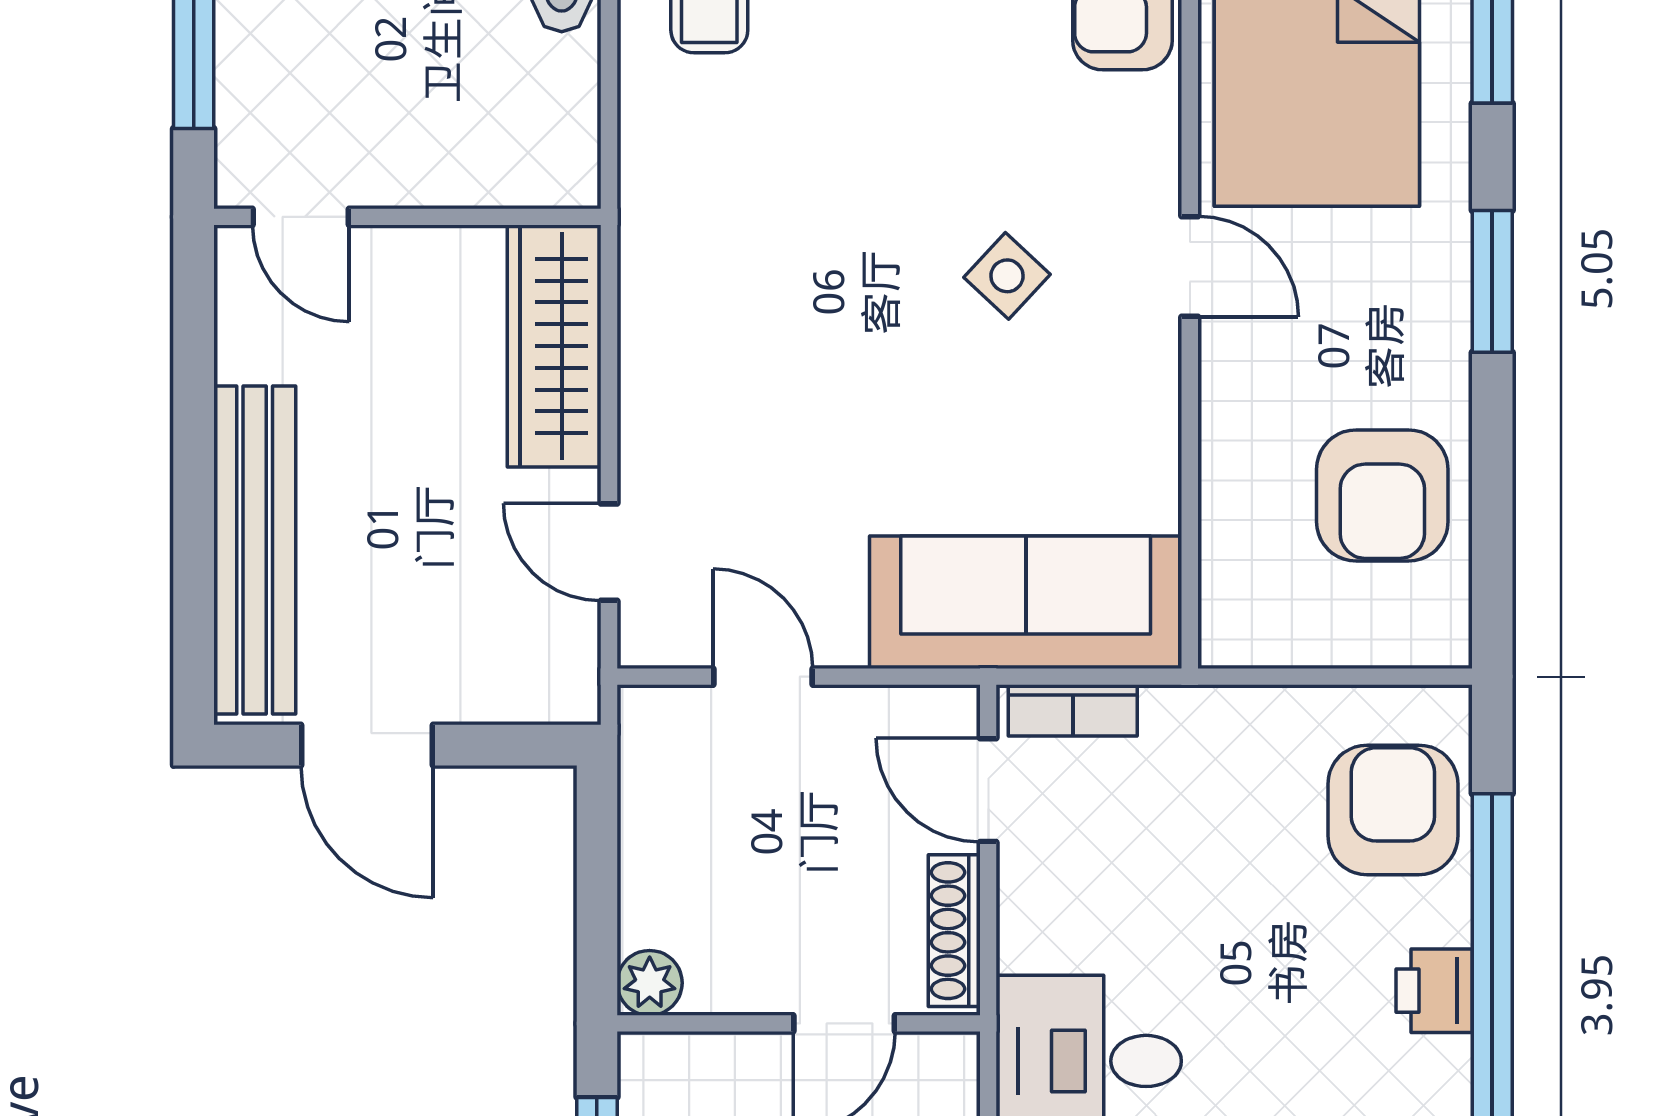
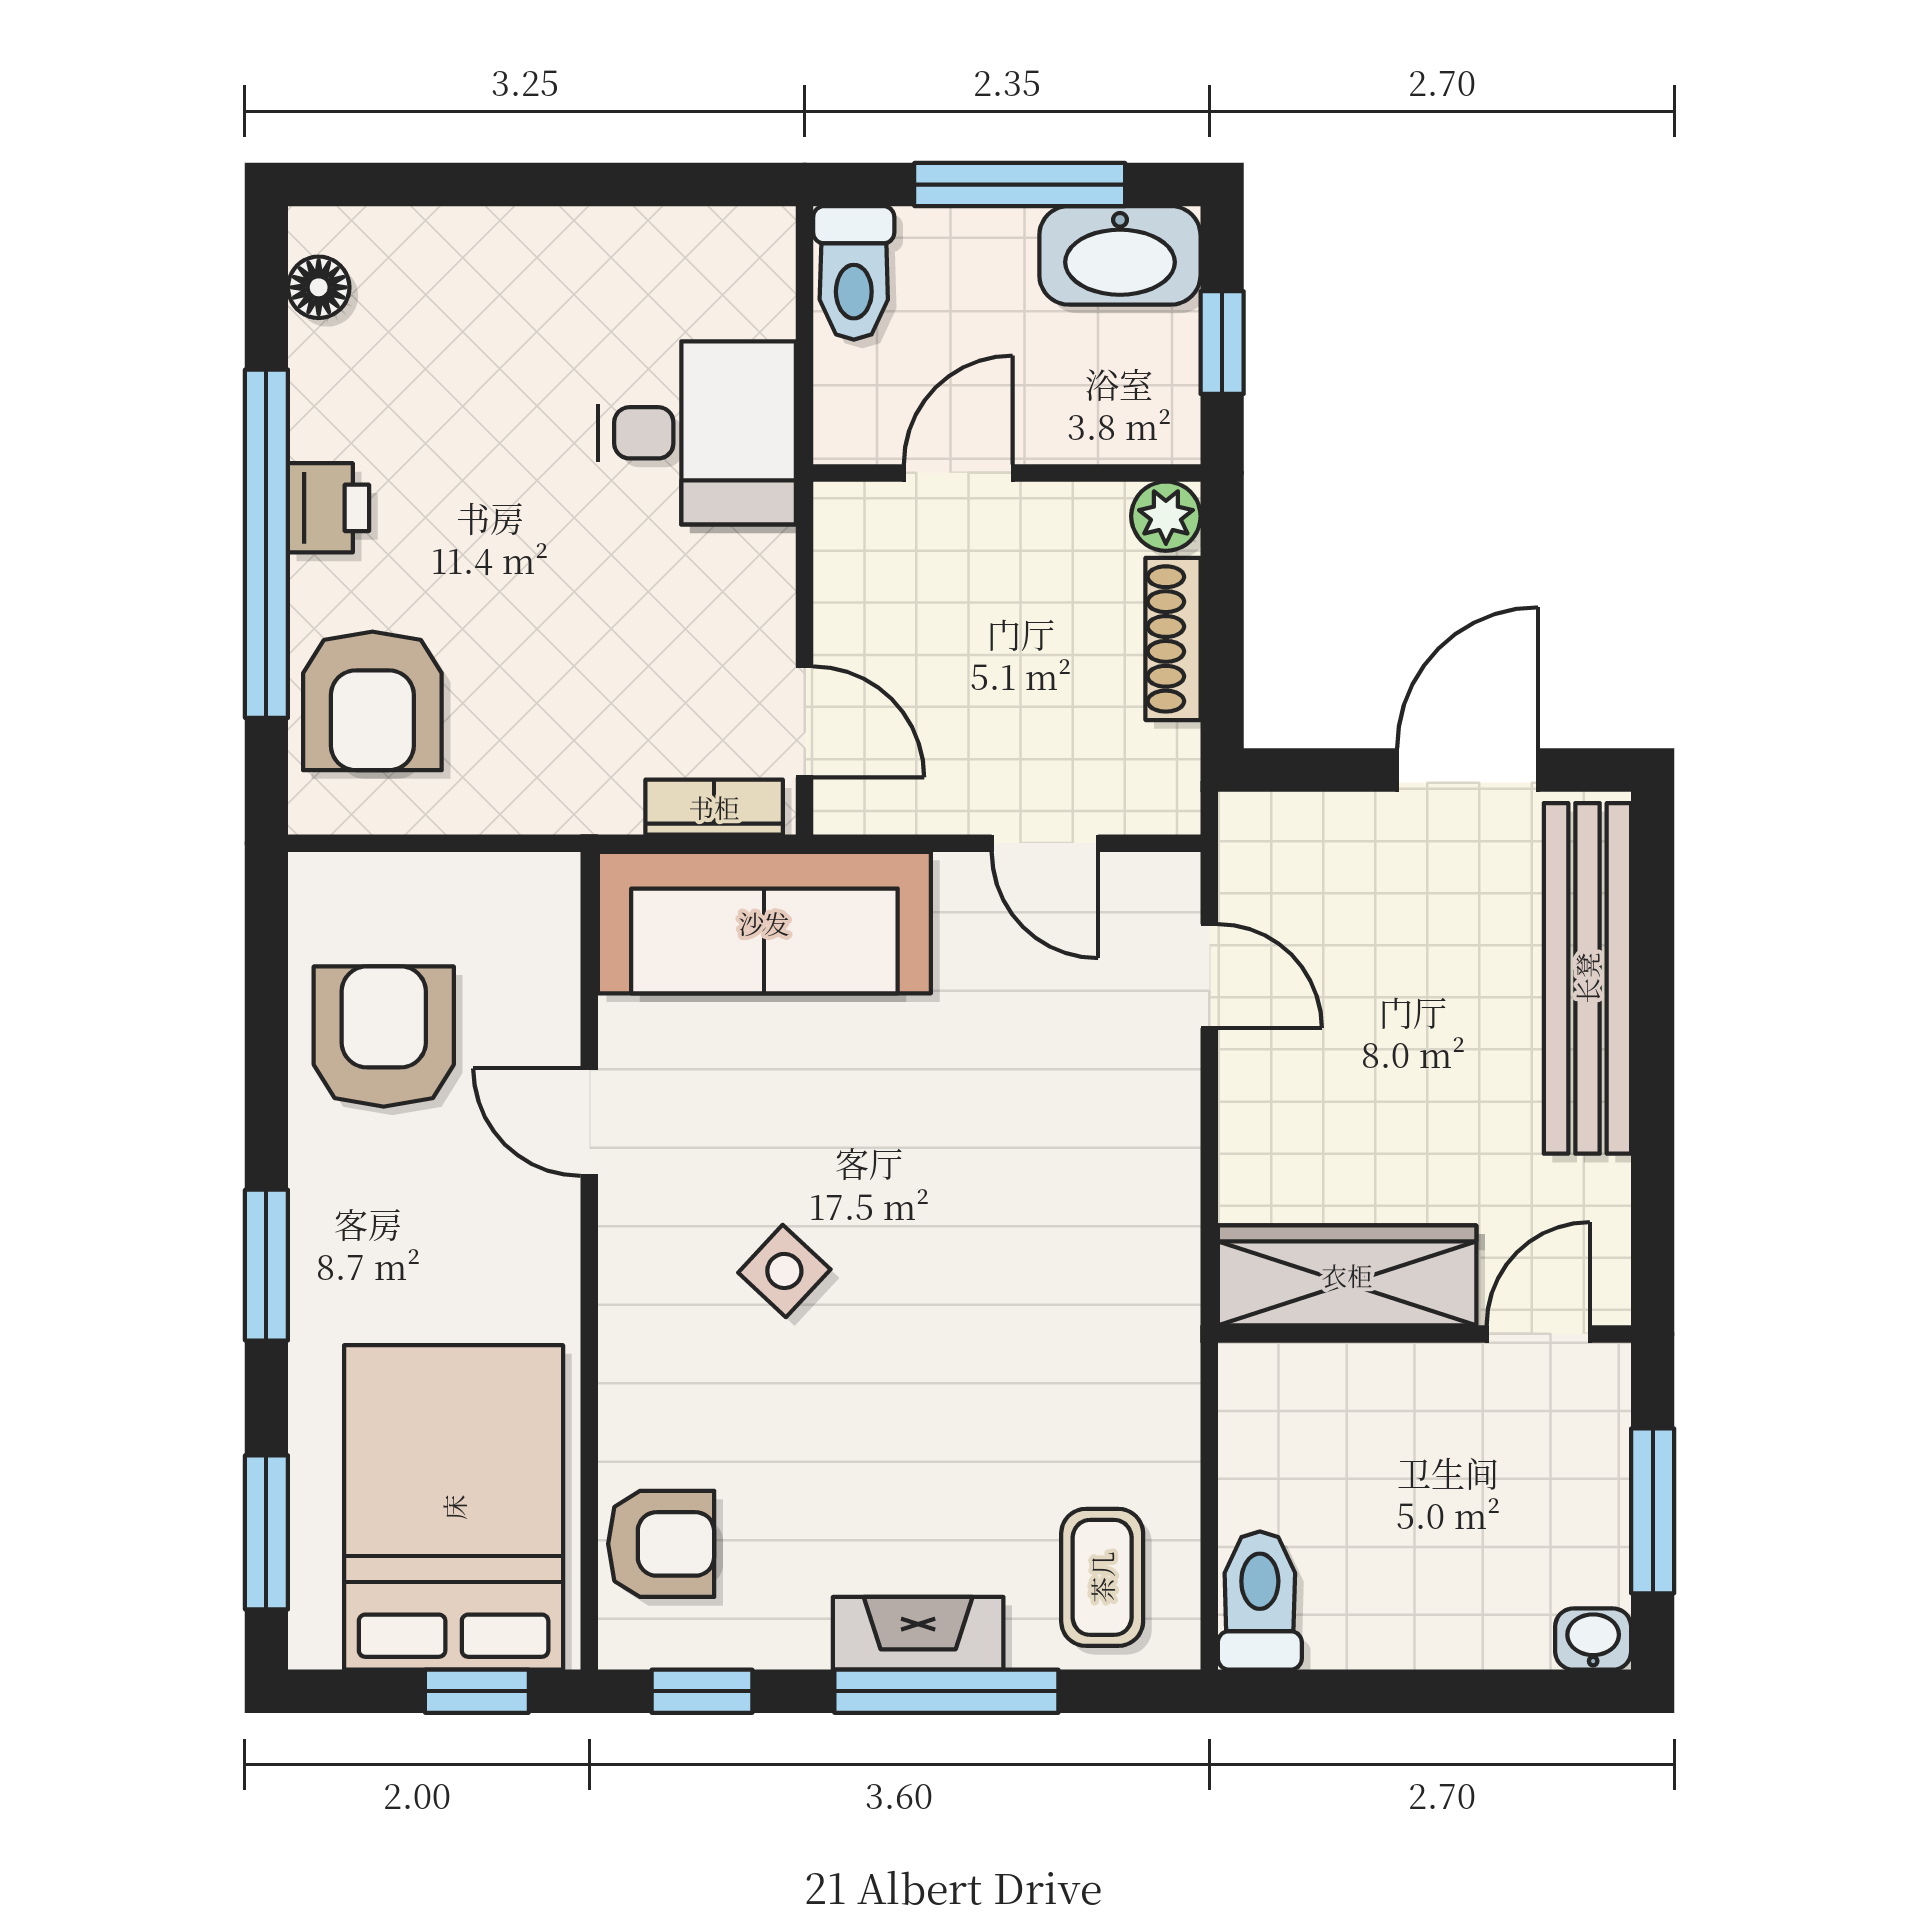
door: (301, 217) -> (1538, 1334), hinge flipped
door: (1190, 267) -> (589, 1122), moved
wardrobe: (554, 346) -> (1347, 1275), moved, turned -90
door: (367, 745) -> (1468, 770), hinge flipped
shoe rack: (954, 931) -> (1173, 639), moved, turned 180

